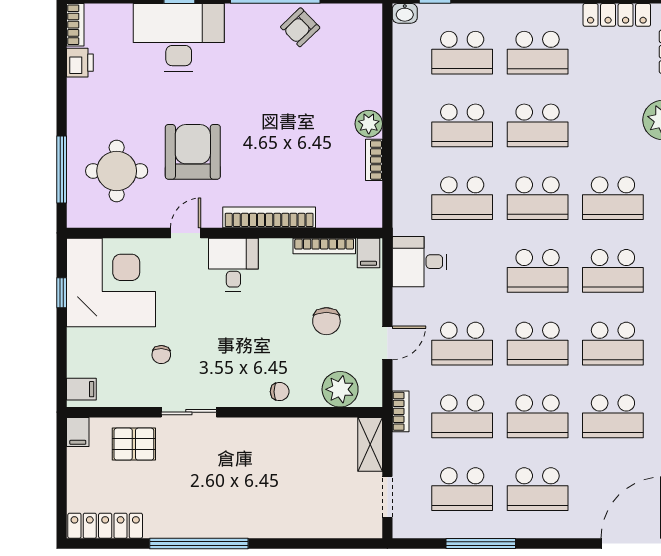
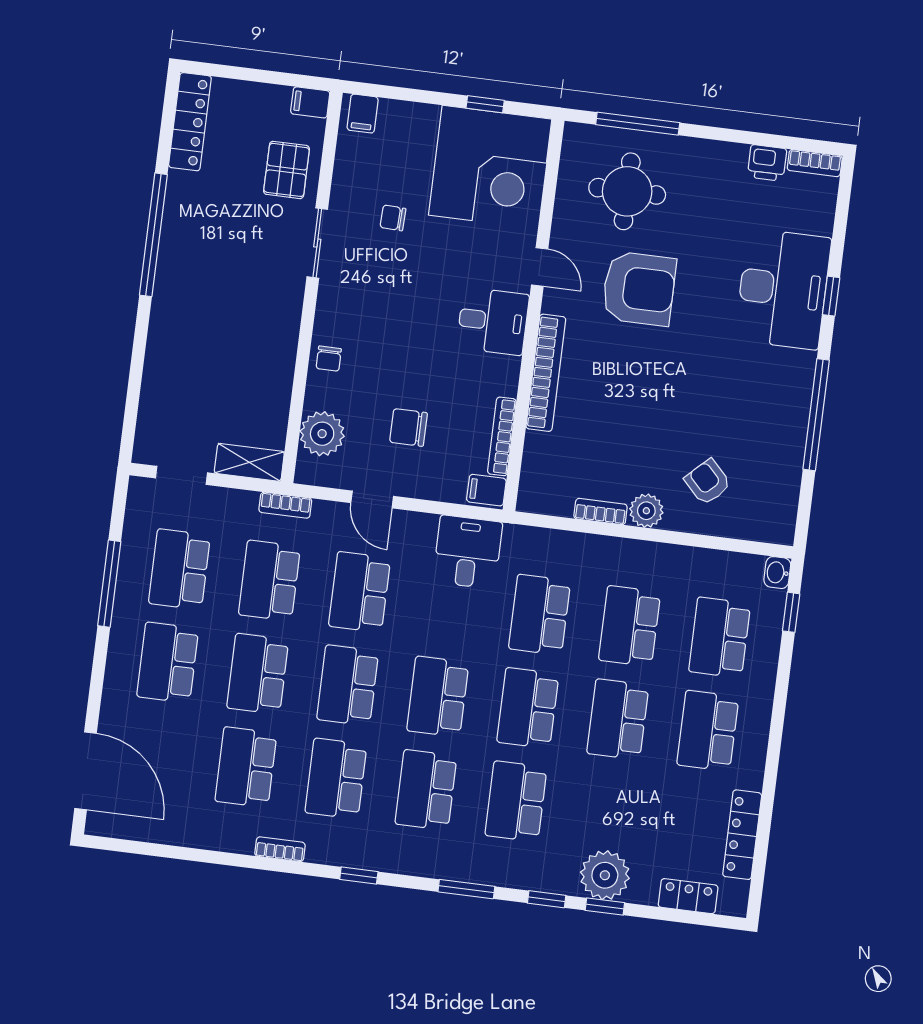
armchair: (300, 27) -> (708, 482), moved

